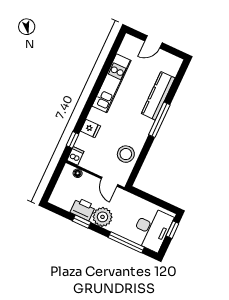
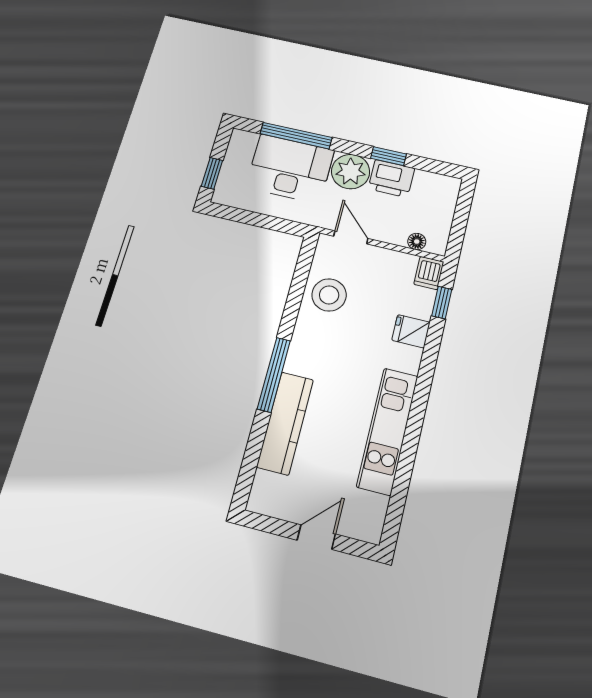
desk: (152, 229) -> (290, 169), moved, turned 90

